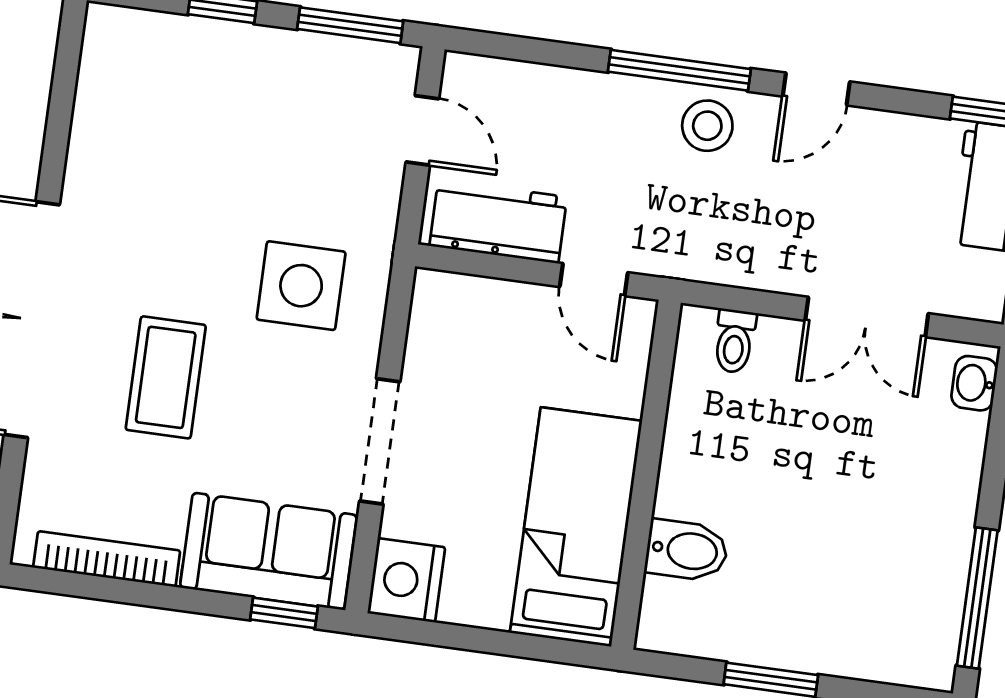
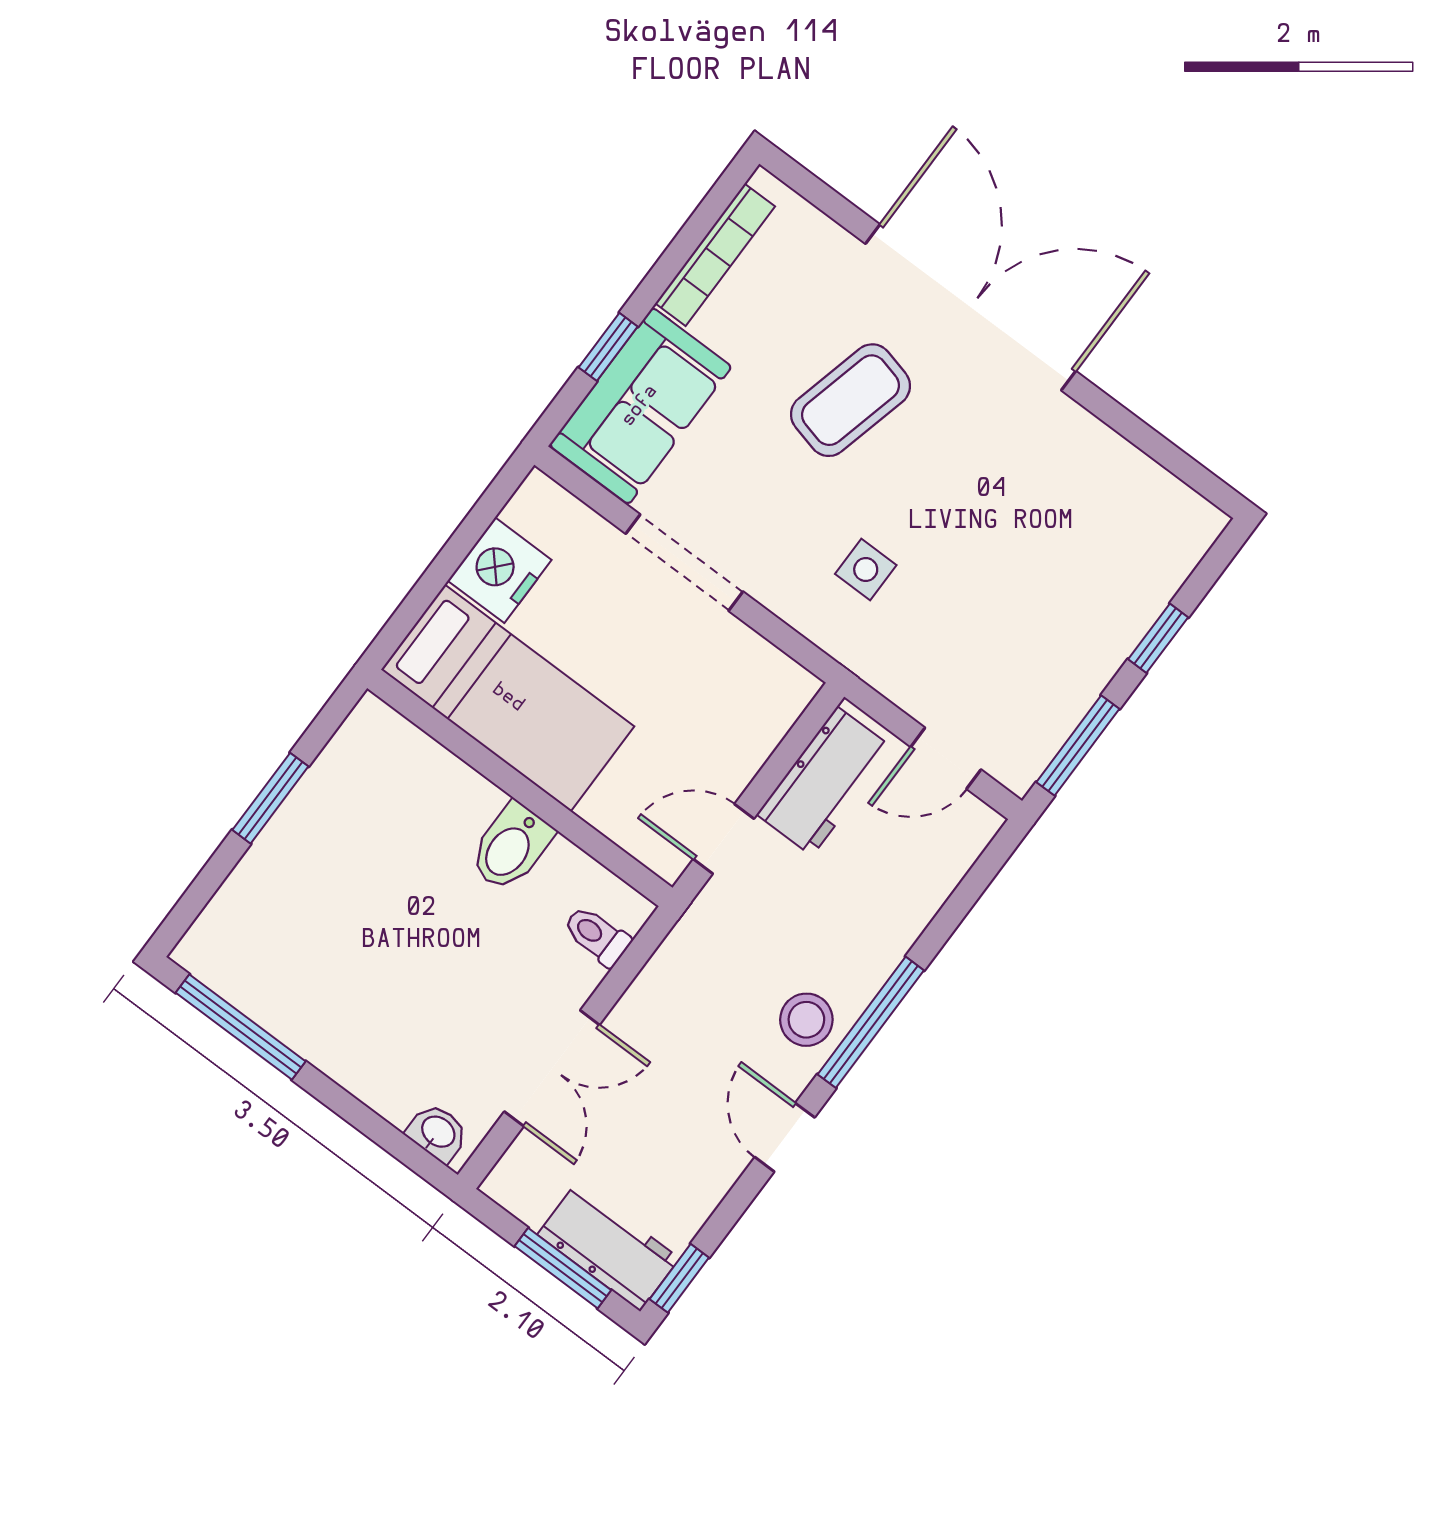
side table: (301, 286) -> (866, 570), width x0.54, depth x0.54
double door: (867, 317) -> (552, 1068), swing flipped
coffee table: (166, 377) -> (850, 400), turned -76
bidet: (687, 550) -> (511, 847), moved
nightstand: (406, 580) -> (500, 570), moved, turned -90
window: (284, 613) -> (608, 347), moved

